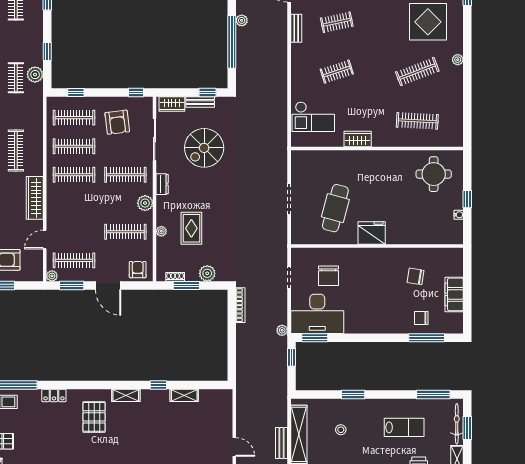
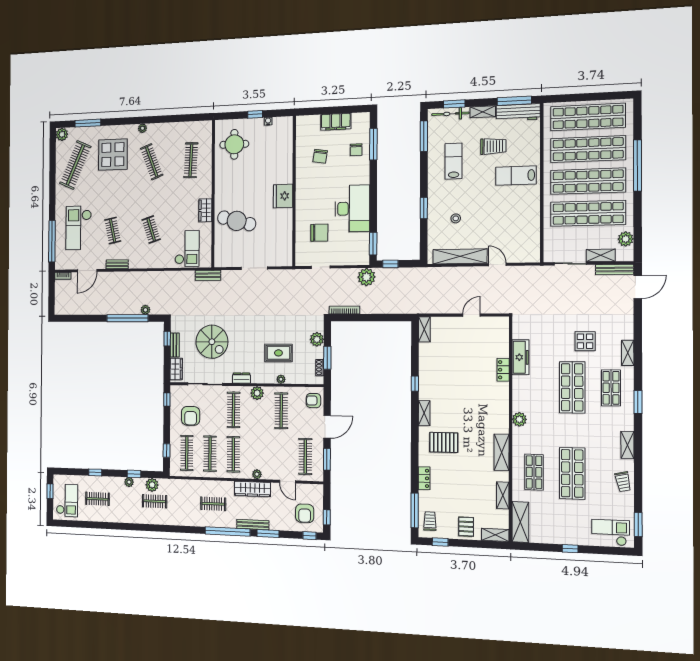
plant: (242, 20) -> (145, 310), moved
plant: (37, 45) -> (129, 482), added
armchair: (117, 122) -> (191, 416), turned 97
clothes rail: (16, 151) -> (213, 504), width x0.73
cafe table: (335, 208) -> (237, 221), moved
plant: (52, 276) -> (257, 474), moved
desk: (317, 314) -> (352, 208), moved
plant: (282, 330) -> (367, 277), width x1.88, depth x1.88
shelving: (184, 395) -> (424, 329), moved
bench: (282, 443) -> (208, 275), moved

